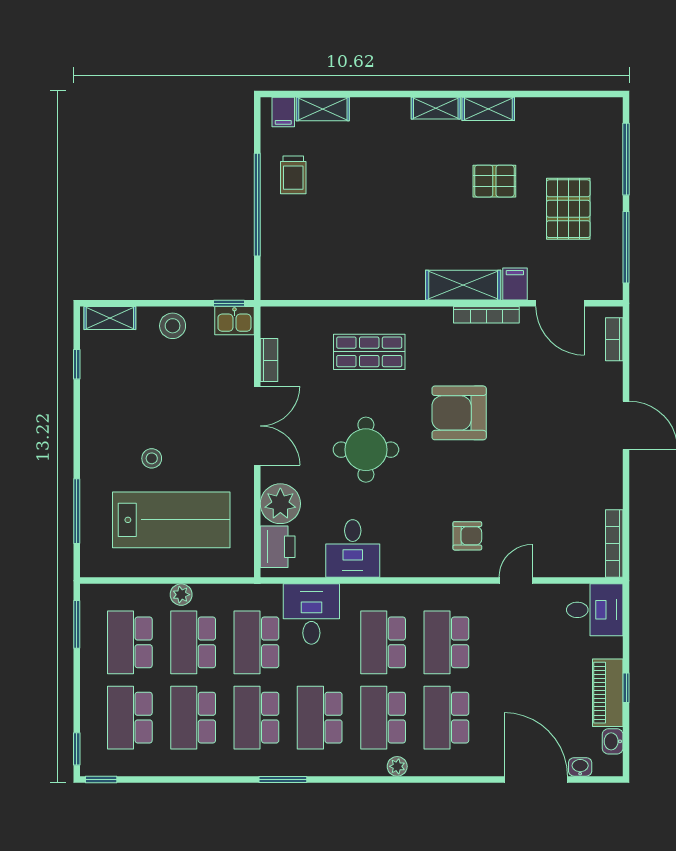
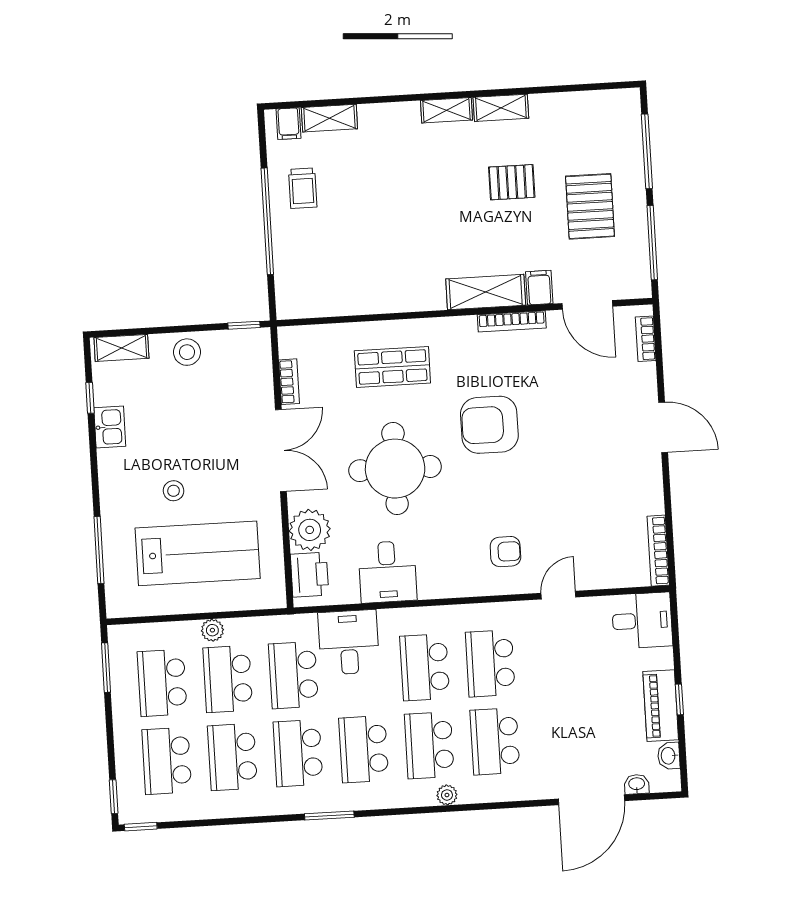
kitchen sink: (234, 321) -> (110, 427), moved, turned -90
round table: (366, 450) -> (395, 469), width x1.36, depth x1.36
door: (536, 779) -> (591, 800), swing flipped

